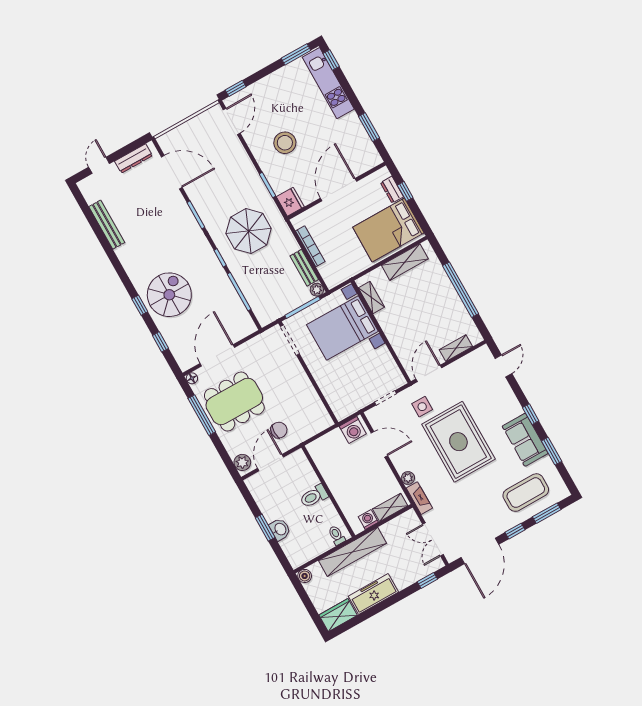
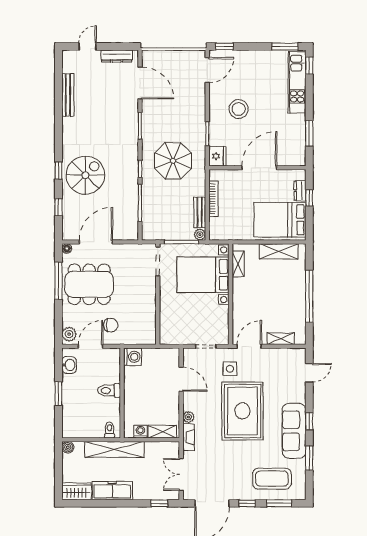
washing machine: (353, 430) -> (133, 357), moved, turned -90
sofa: (525, 440) -> (294, 431), width x1.36
washbasin: (280, 529) -> (69, 365), moved

